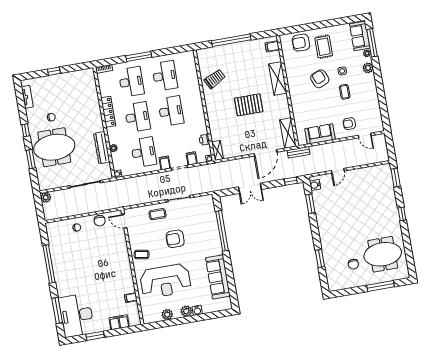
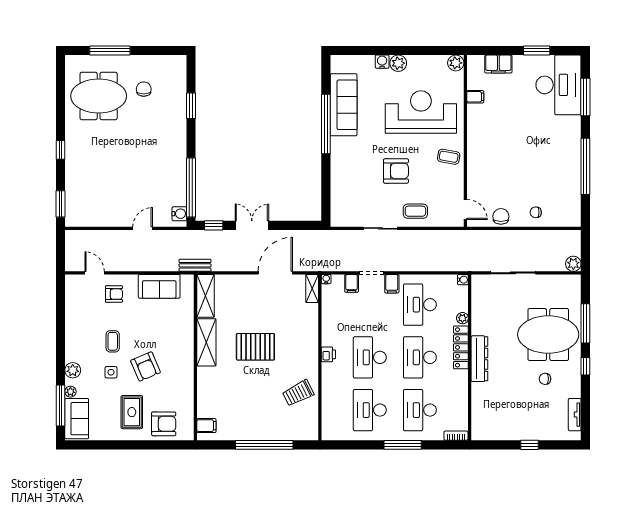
shelving: (278, 79) -> (206, 342), moved
locker: (108, 112) -> (461, 347), moved
printer: (204, 140) -> (328, 354), moved
dresser: (102, 148) -> (479, 359), moved
door: (265, 153) -> (275, 273), moved
window: (31, 159) -> (585, 323), width x1.44
double door: (250, 188) -> (252, 225), moved
window: (310, 204) -> (191, 188), width x2.11
window: (222, 231) -> (326, 124), moved
plant: (167, 315) -> (456, 63), moved

